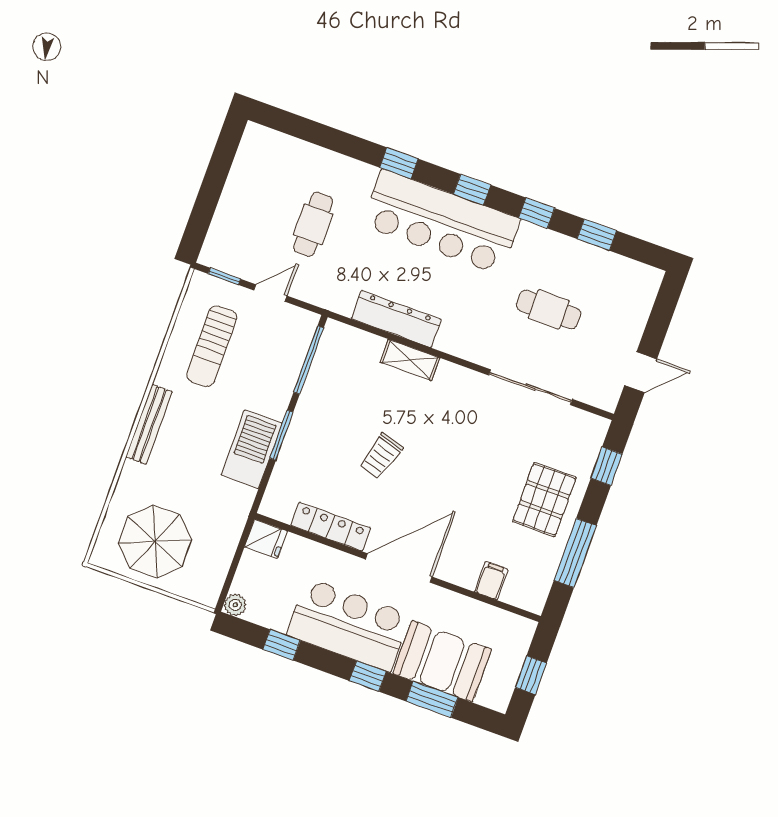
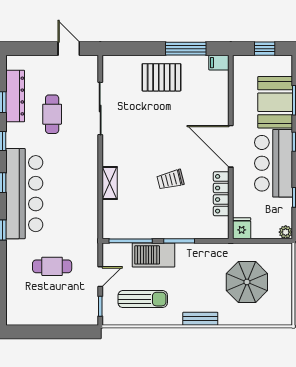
door: (270, 293) -> (100, 277), swing flipped
dresser: (396, 319) -> (15, 96), moved, turned 180
bench: (149, 424) -> (200, 319), width x0.73
barbecue: (252, 449) -> (153, 255), moved
trolley: (381, 456) -> (170, 180), turned 149
window: (607, 466) -> (130, 49), removed
parasol: (155, 542) -> (247, 282), moved
filing cabinet: (491, 581) -> (219, 63), moved

